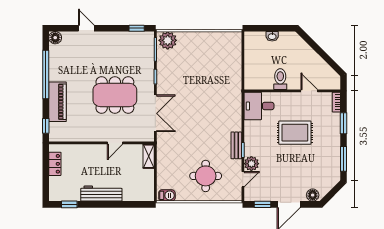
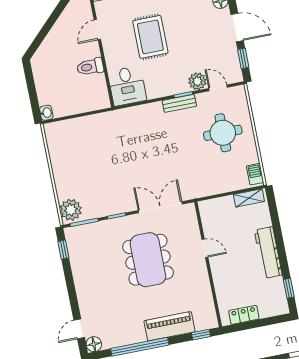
door: (86, 28) -> (79, 329), moved
washbasin: (272, 36) -> (46, 113), moved
shelving: (149, 156) -> (249, 198), moved

